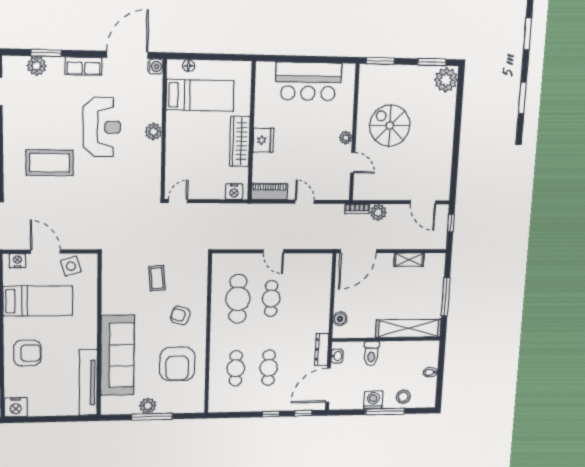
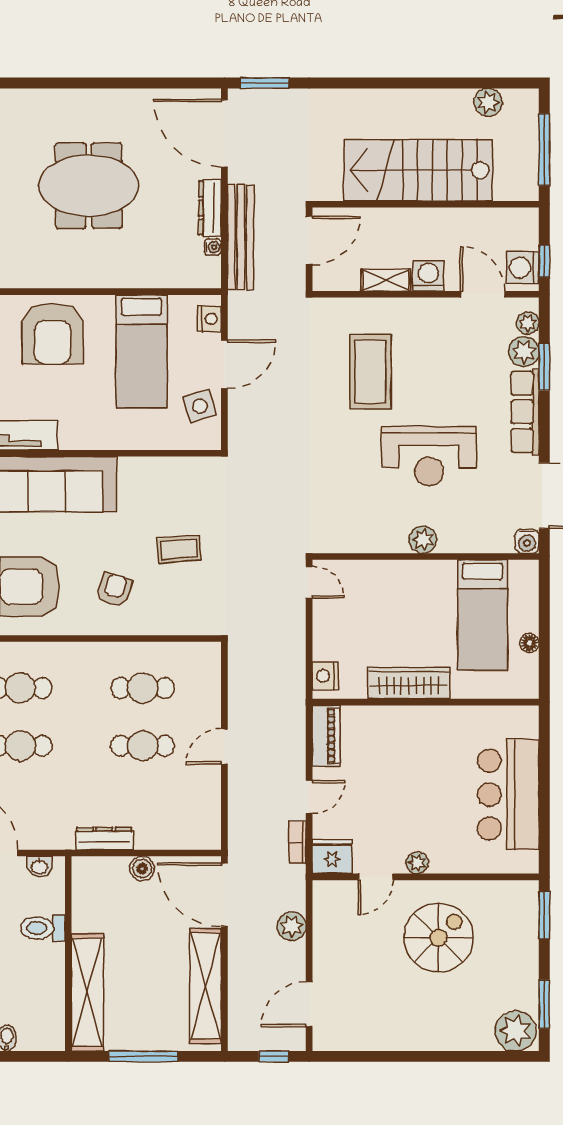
plant: (18, 63) -> (528, 323), added
row of seats: (84, 66) -> (525, 412), width x1.48
floor lamp: (189, 66) -> (529, 643), moved
fridge: (263, 140) -> (332, 857), moved, turned 180
bookcase: (357, 209) -> (298, 842), moved
shelving: (409, 260) -> (206, 986), width x2.20, depth x1.33
cafe table: (238, 299) -> (143, 688), width x0.73, depth x0.74
boiler: (340, 319) -> (142, 869), moved
dresser: (322, 349) -> (104, 839), moved
armchair: (27, 353) -> (52, 334), width x1.36, depth x1.36

